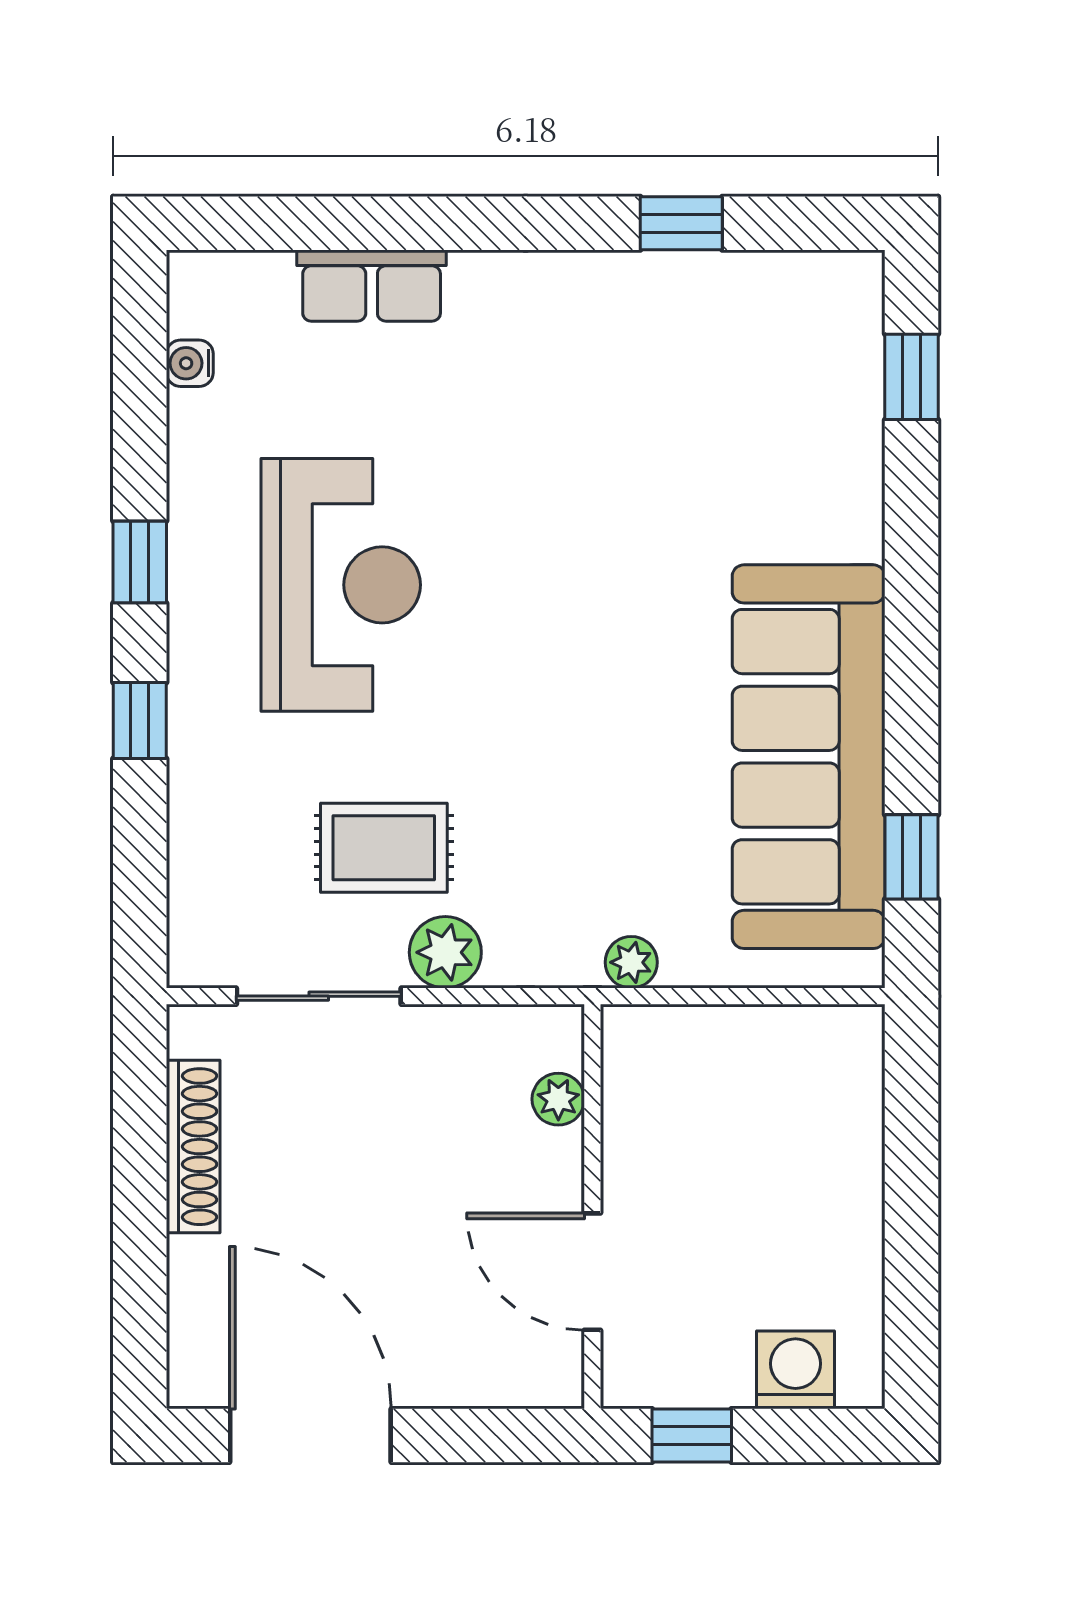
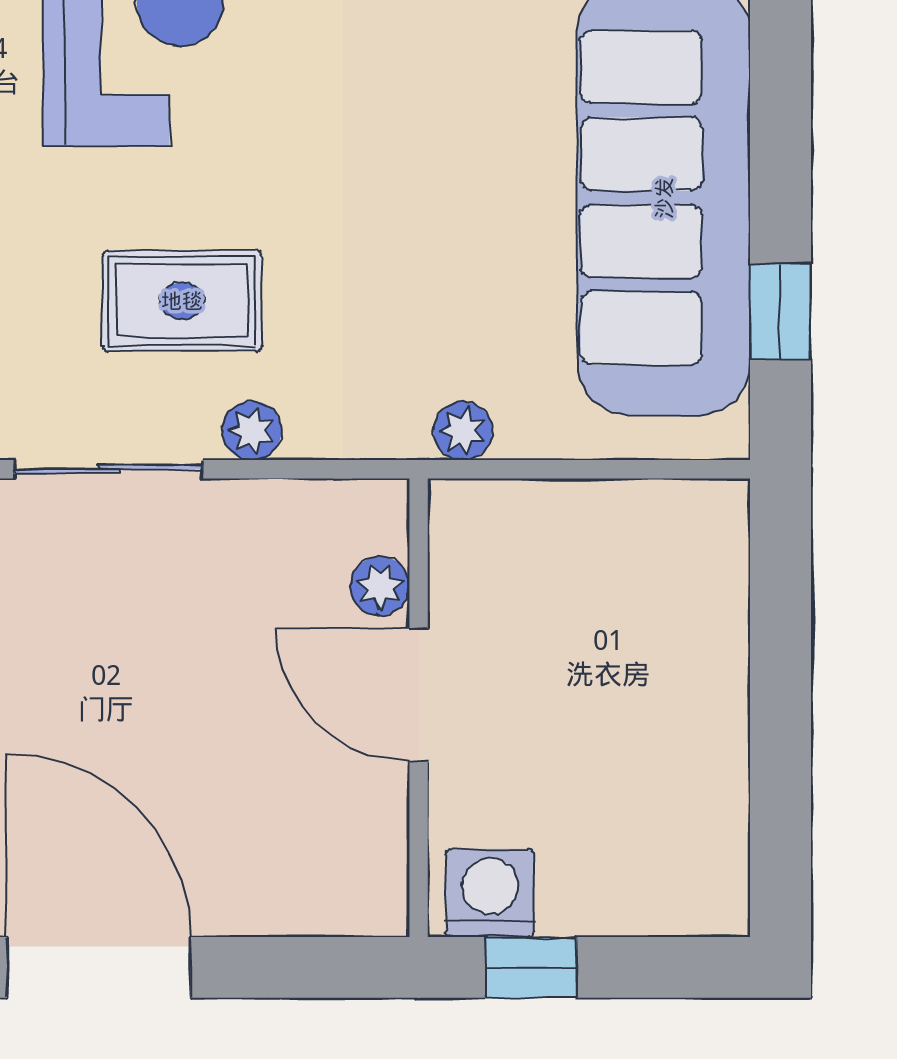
plant: (445, 952) -> (252, 431), width x0.73, depth x0.73
door: (592, 1272) -> (419, 695), moved
washing machine: (795, 1370) -> (490, 893), moved

